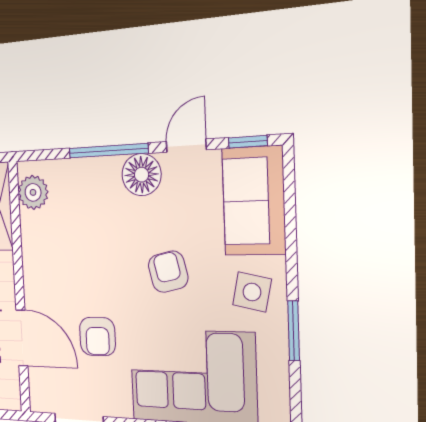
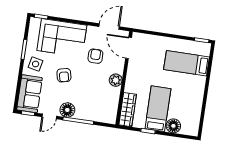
plant: (33, 192) -> (116, 80), moved
door: (22, 338) -> (129, 48), moved

